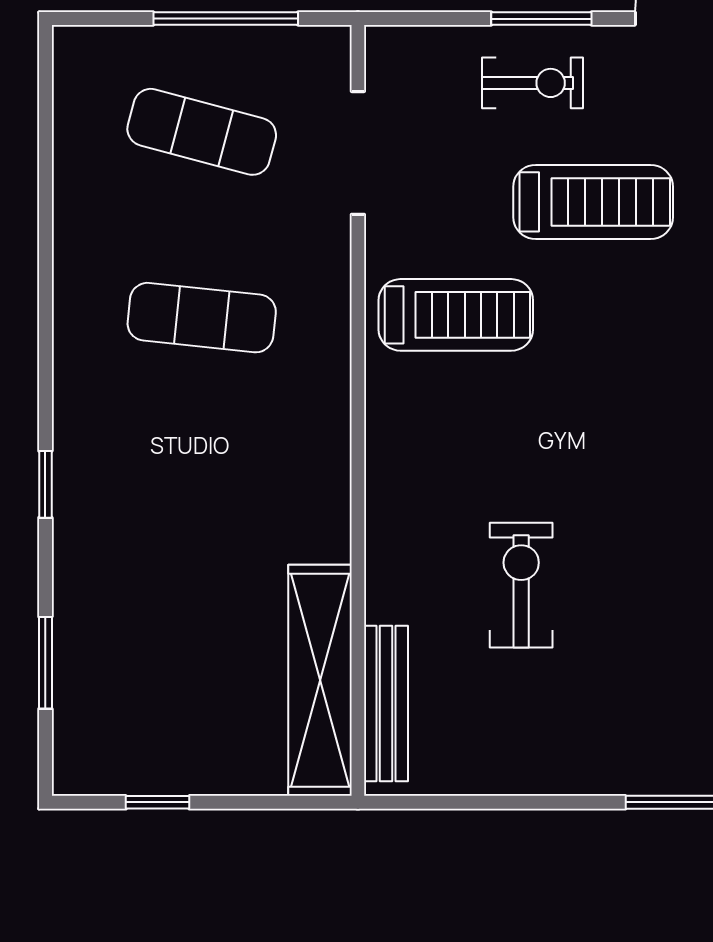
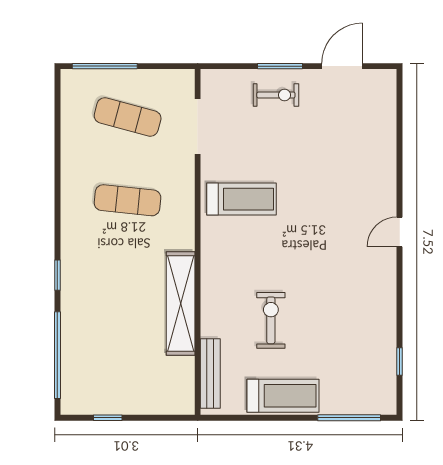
window: (226, 19) -> (105, 66), moved
treadmill: (593, 202) -> (283, 396), moved
window: (45, 663) -> (57, 355), width x2.11
shelving: (320, 680) -> (181, 303), moved

